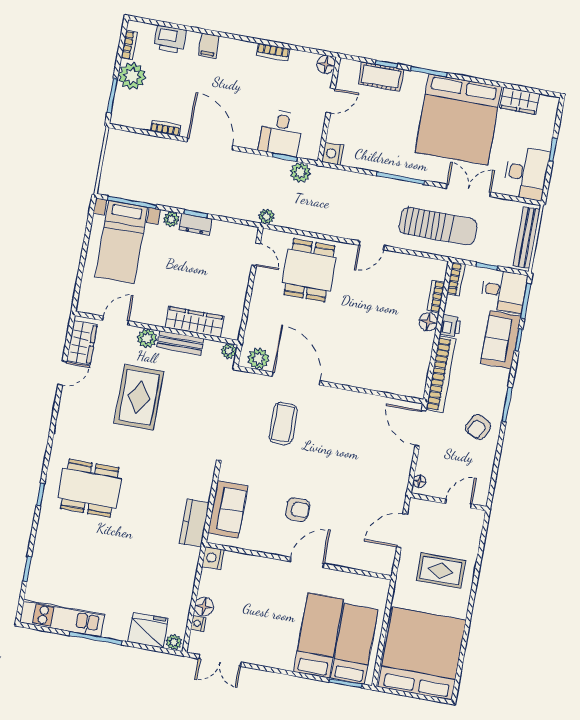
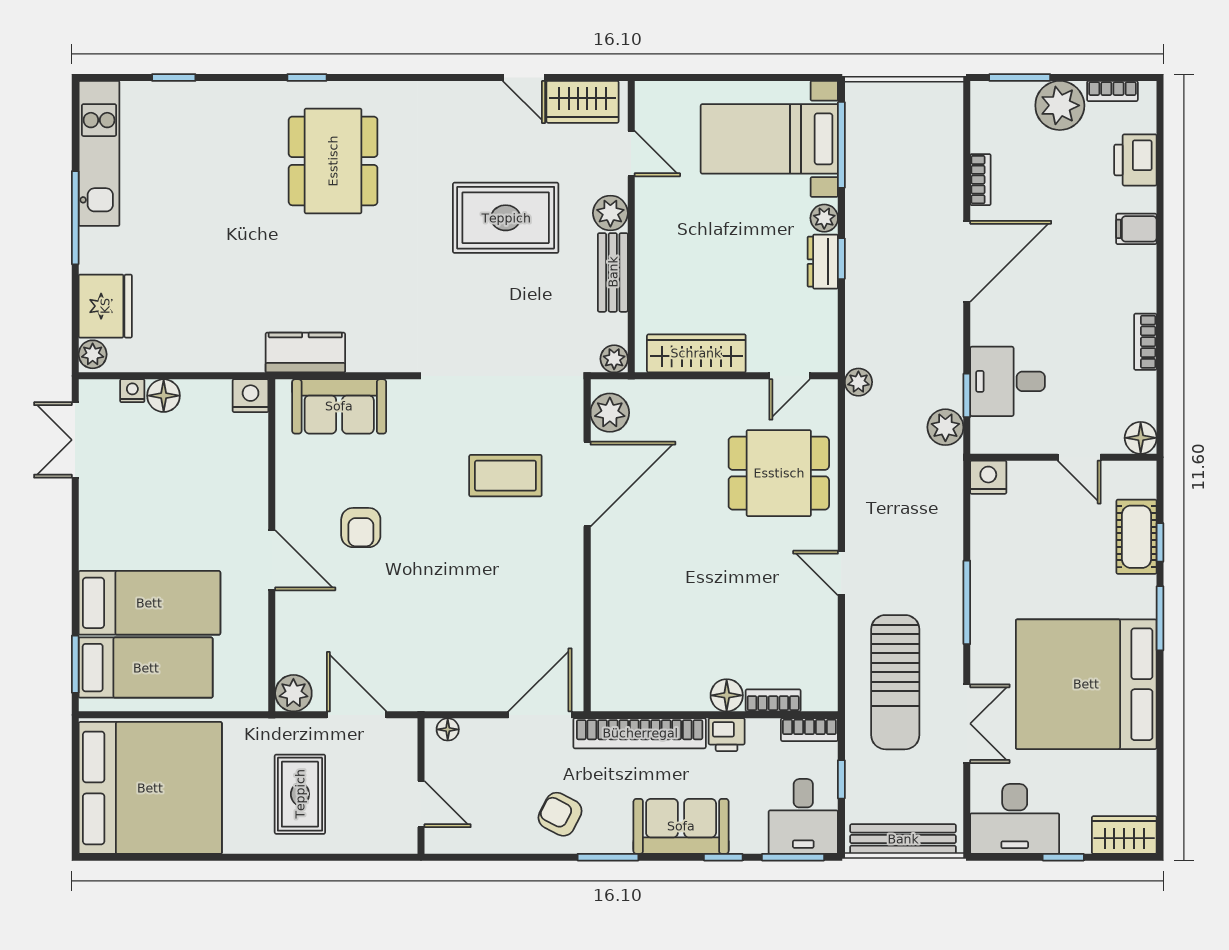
wardrobe: (519, 101) -> (1124, 835), moved, turned 90
wardrobe: (194, 322) -> (696, 353), moved, turned -90
sofa: (501, 340) -> (681, 826), moved
plant: (384, 564) -> (293, 693), added

